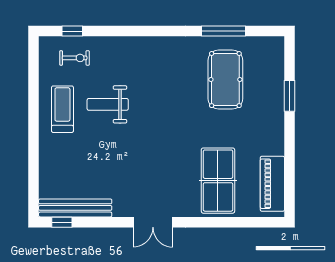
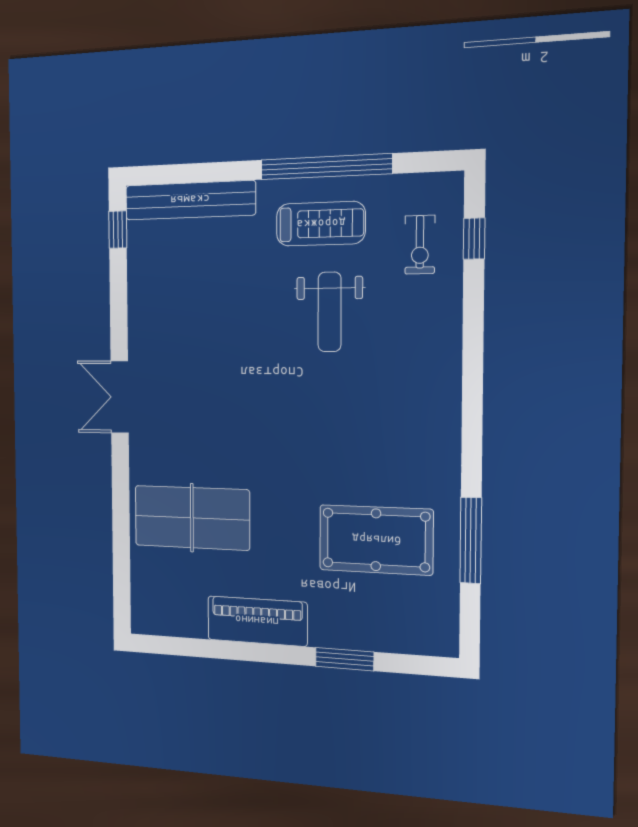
weight bench: (108, 104) -> (330, 312), turned 180
window: (34, 106) -> (326, 167), added
piano: (272, 184) -> (257, 621), moved
bench: (75, 208) -> (190, 200), moved, turned 90

